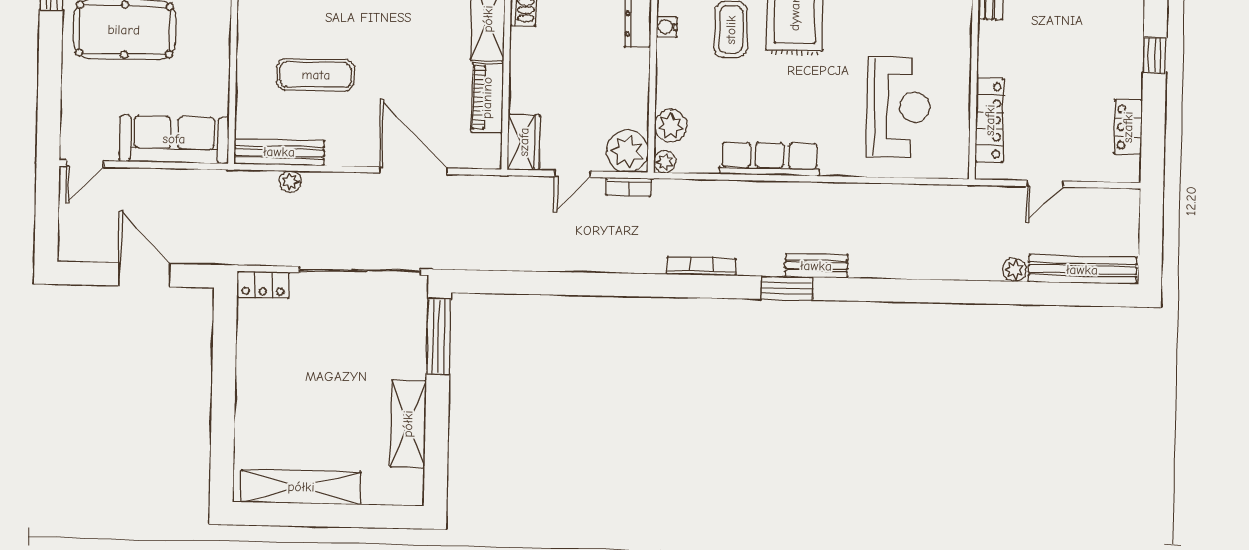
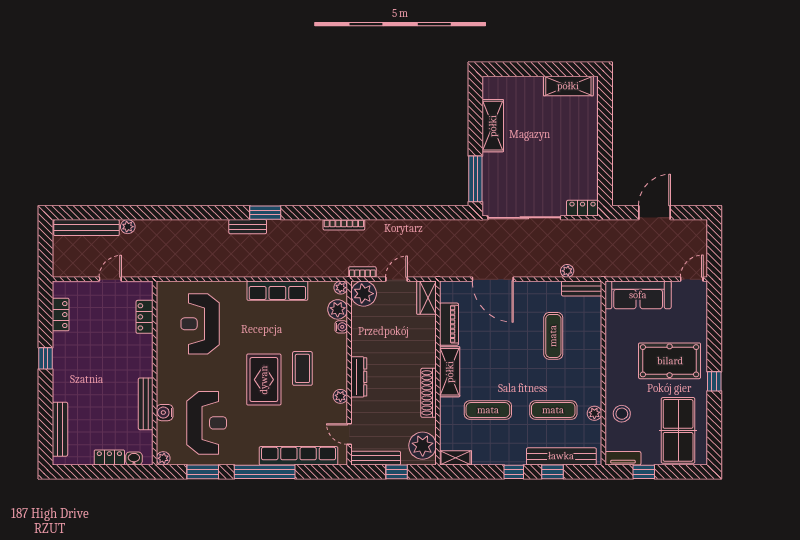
water cooler: (667, 27) -> (341, 327), moved
exercise mat: (316, 75) -> (553, 336), turned 90
locker: (990, 120) -> (145, 317), width x0.66
bench: (279, 152) -> (582, 288), width x0.73
bookcase: (702, 266) -> (344, 225), moved
door: (144, 275) -> (654, 213), swing flipped
shelving: (301, 487) -> (568, 86), width x0.68

